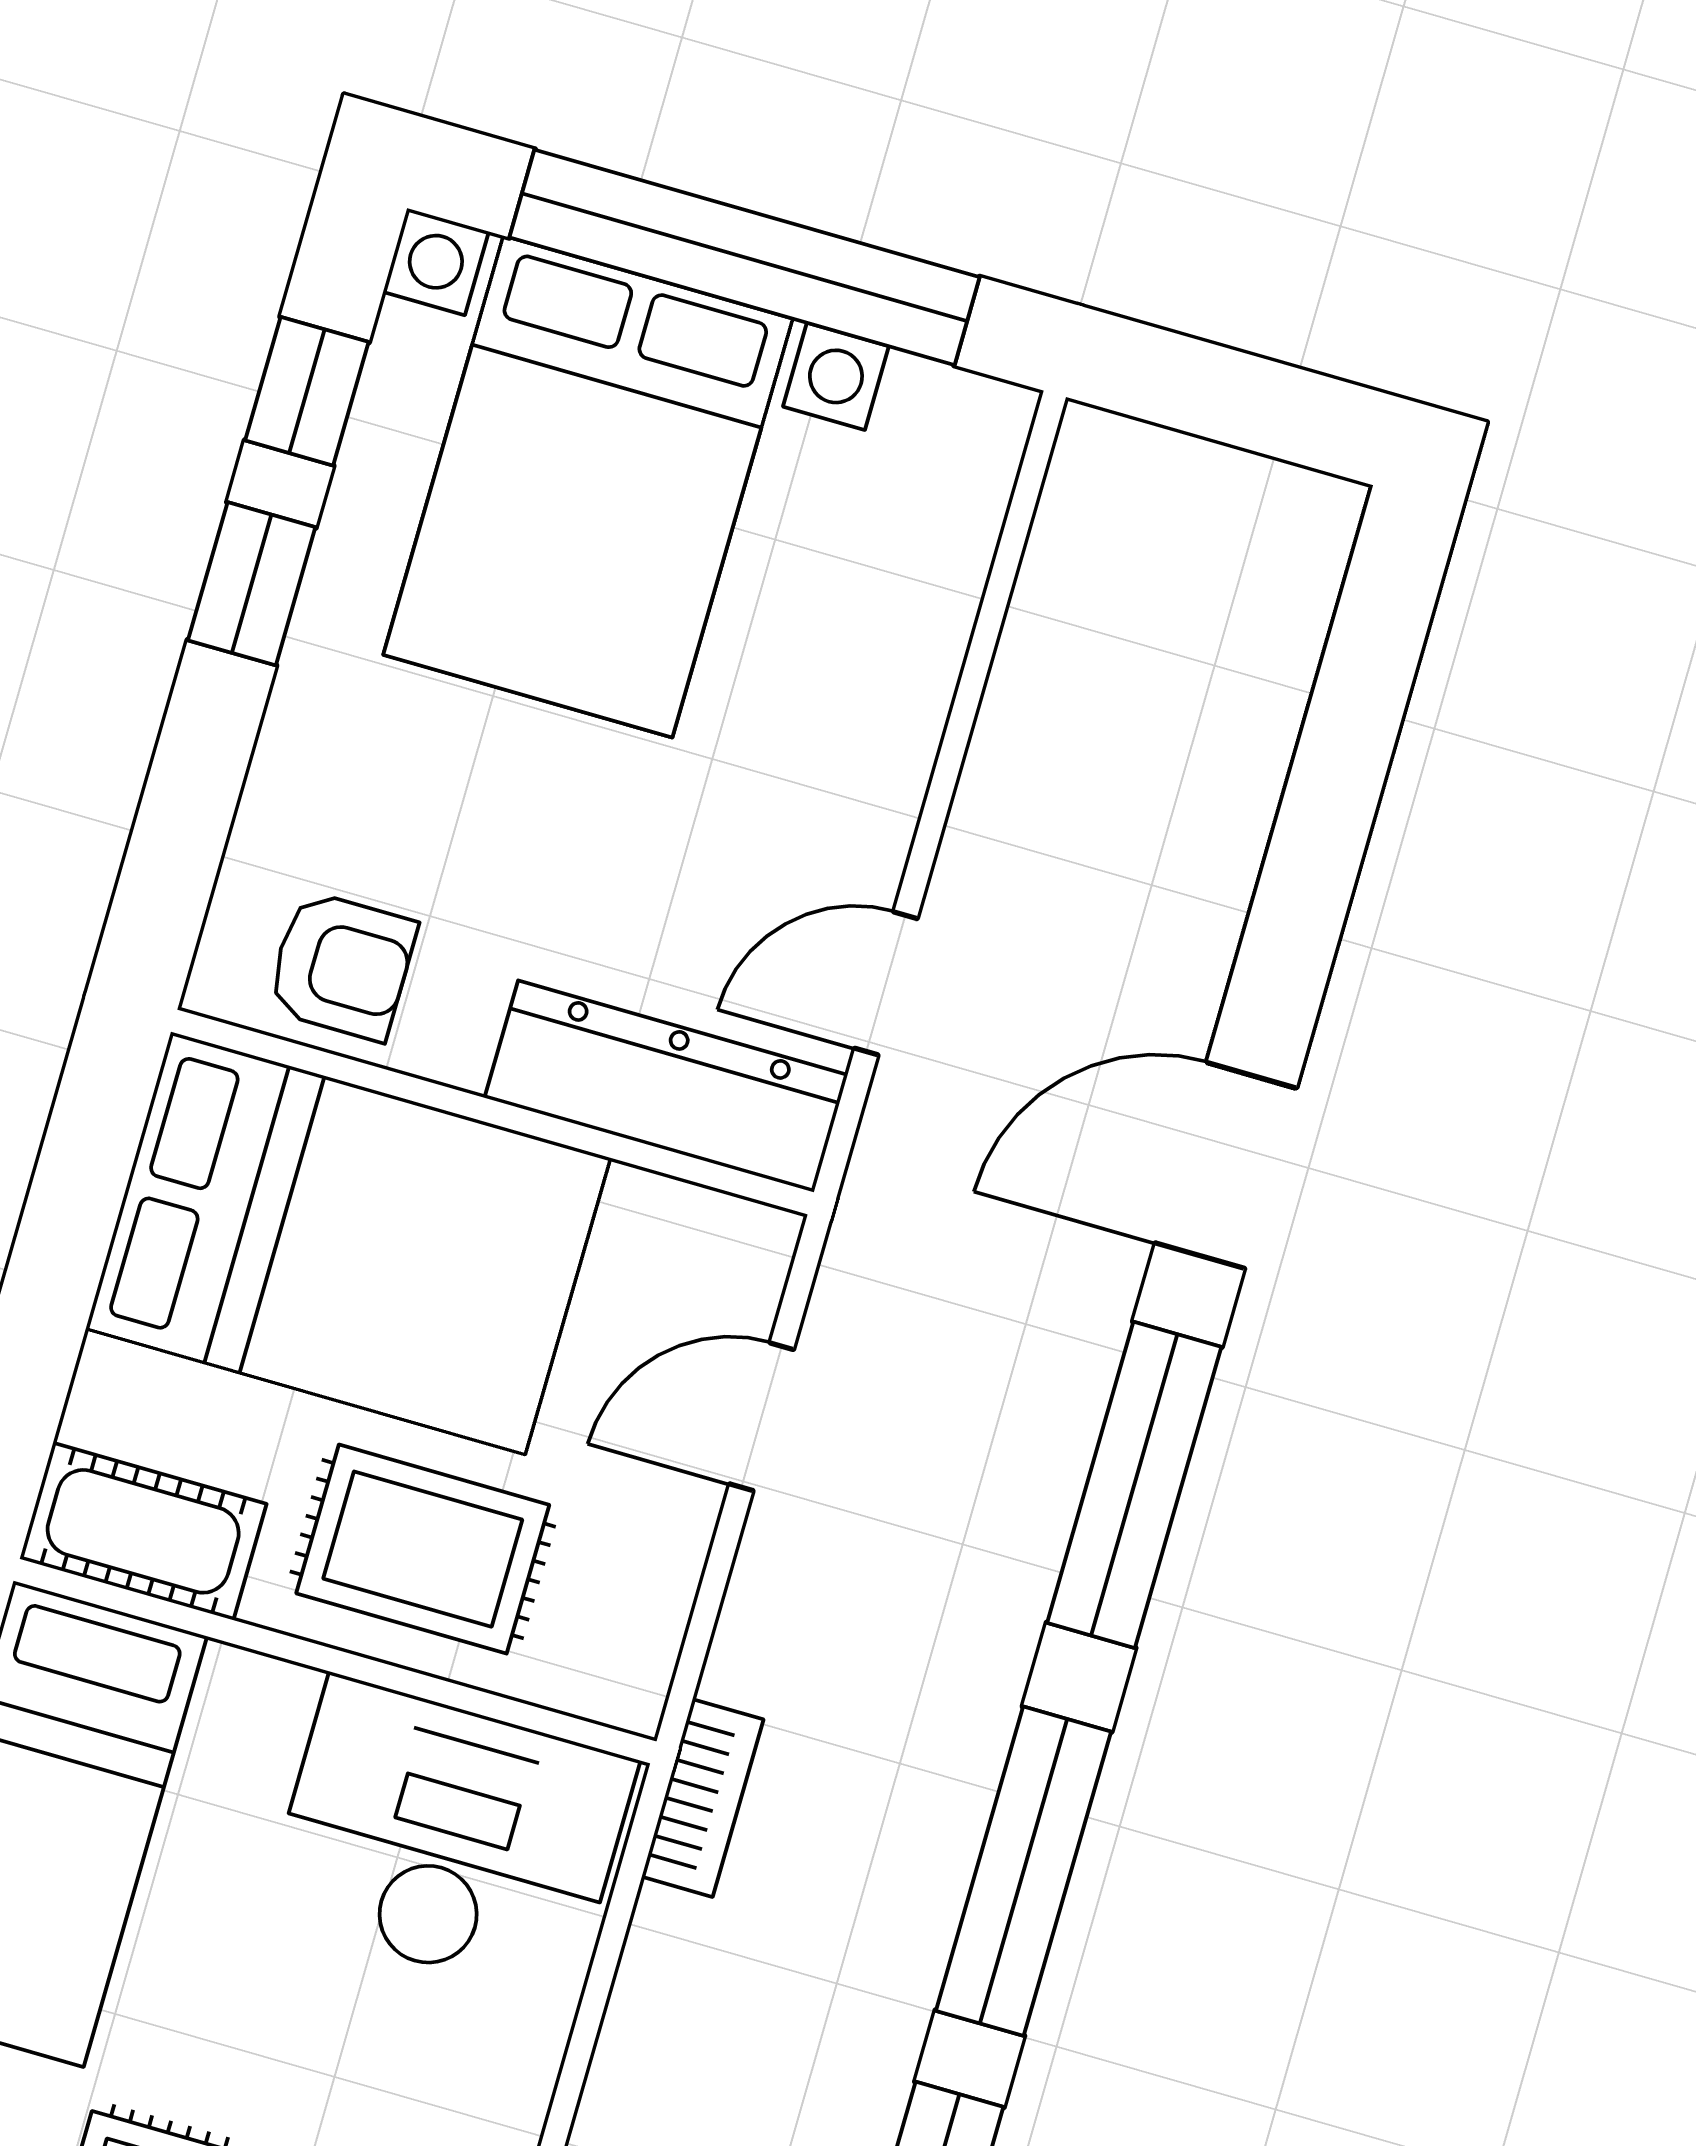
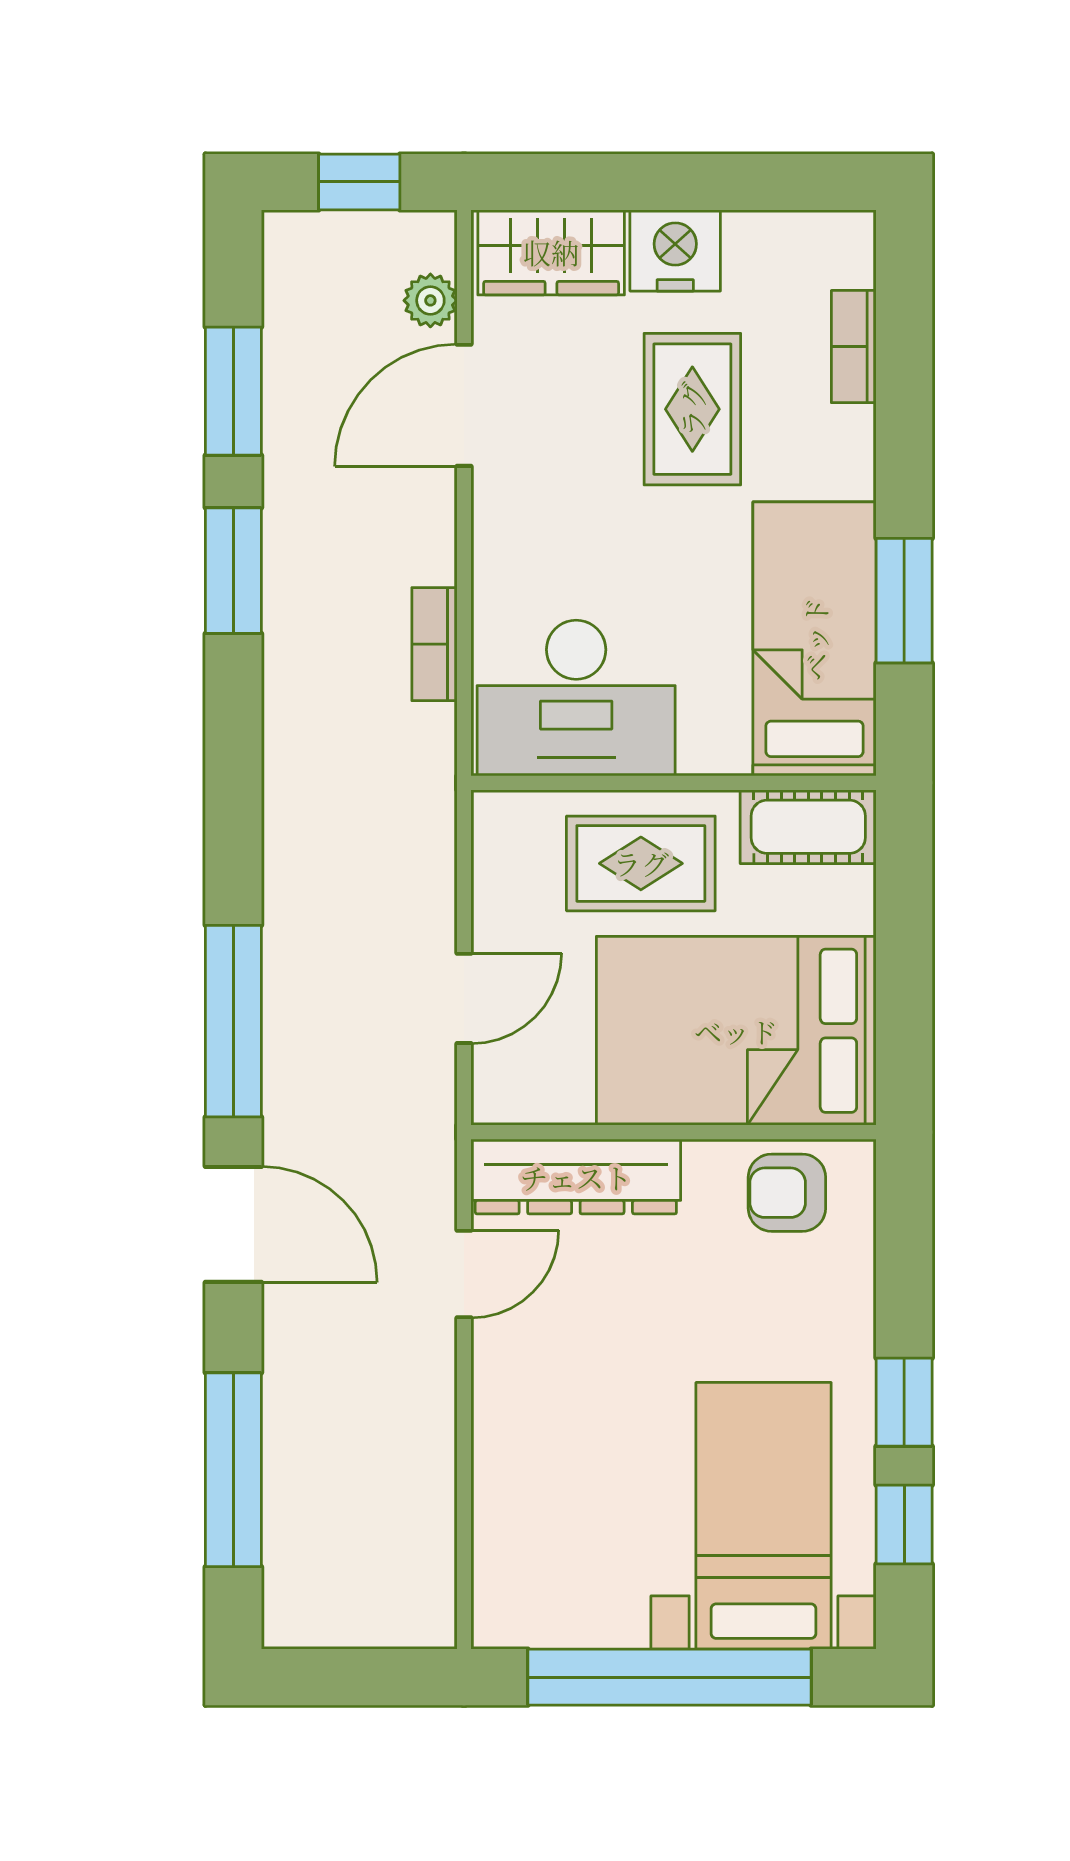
bed with nightstands: (588, 487) -> (764, 1516), width x0.73
door: (1226, 1165) -> (233, 1224), hinge flipped
bookcase: (703, 1798) -> (434, 644), moved
window: (1023, 1871) -> (233, 1470), moved

